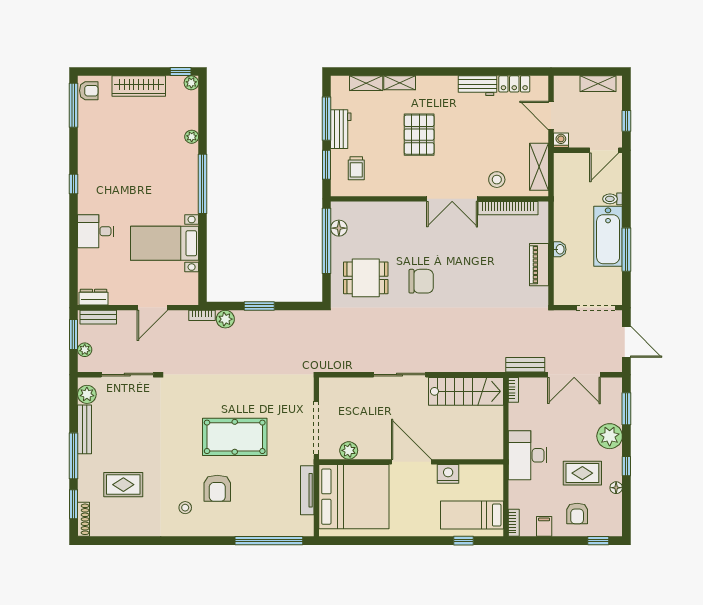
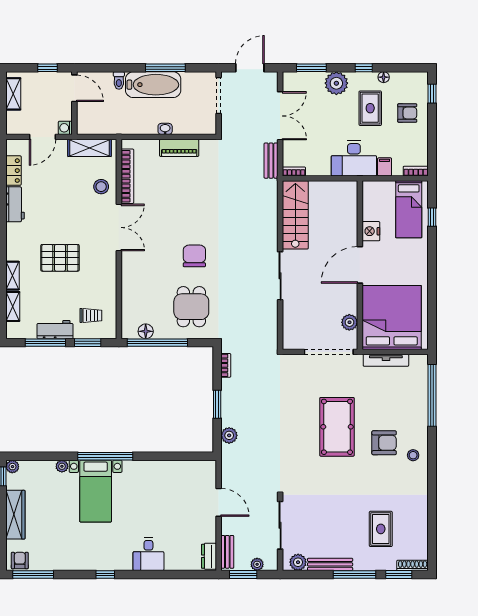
bed with nightstands: (164, 243) -> (96, 491), moved
bookcase: (202, 315) -> (226, 365), moved
stool: (185, 508) -> (413, 455), moved
filing cabinet: (544, 526) -> (385, 167), moved, turned 90

